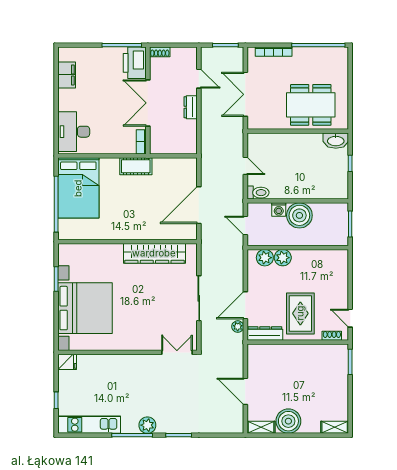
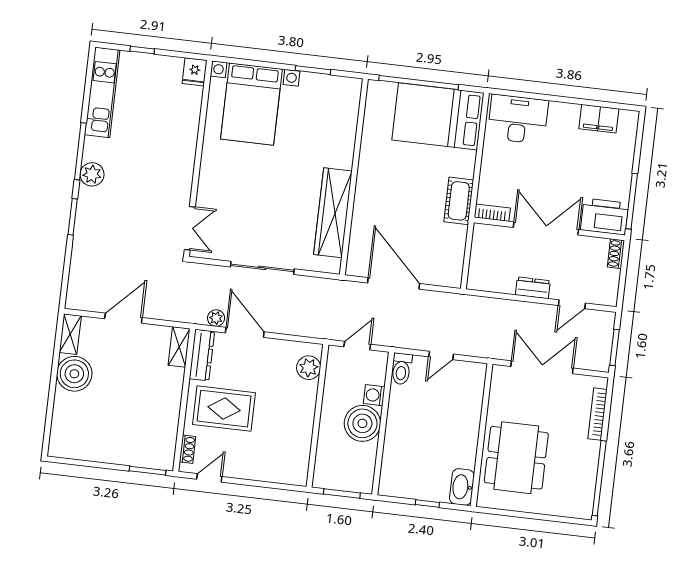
plant: (283, 258) -> (306, 393), removed
bed with nightstands: (85, 308) -> (251, 104), width x0.73
shelving: (335, 427) -> (179, 347), moved

